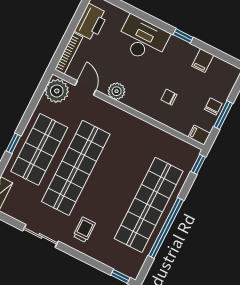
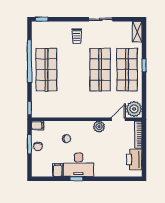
desk: (143, 39) -> (78, 165), moved
door: (85, 88) -> (118, 119), swing flipped
shop shelf: (76, 168) -> (100, 70), width x0.71
shop shelf: (149, 205) -> (46, 70), width x0.71

